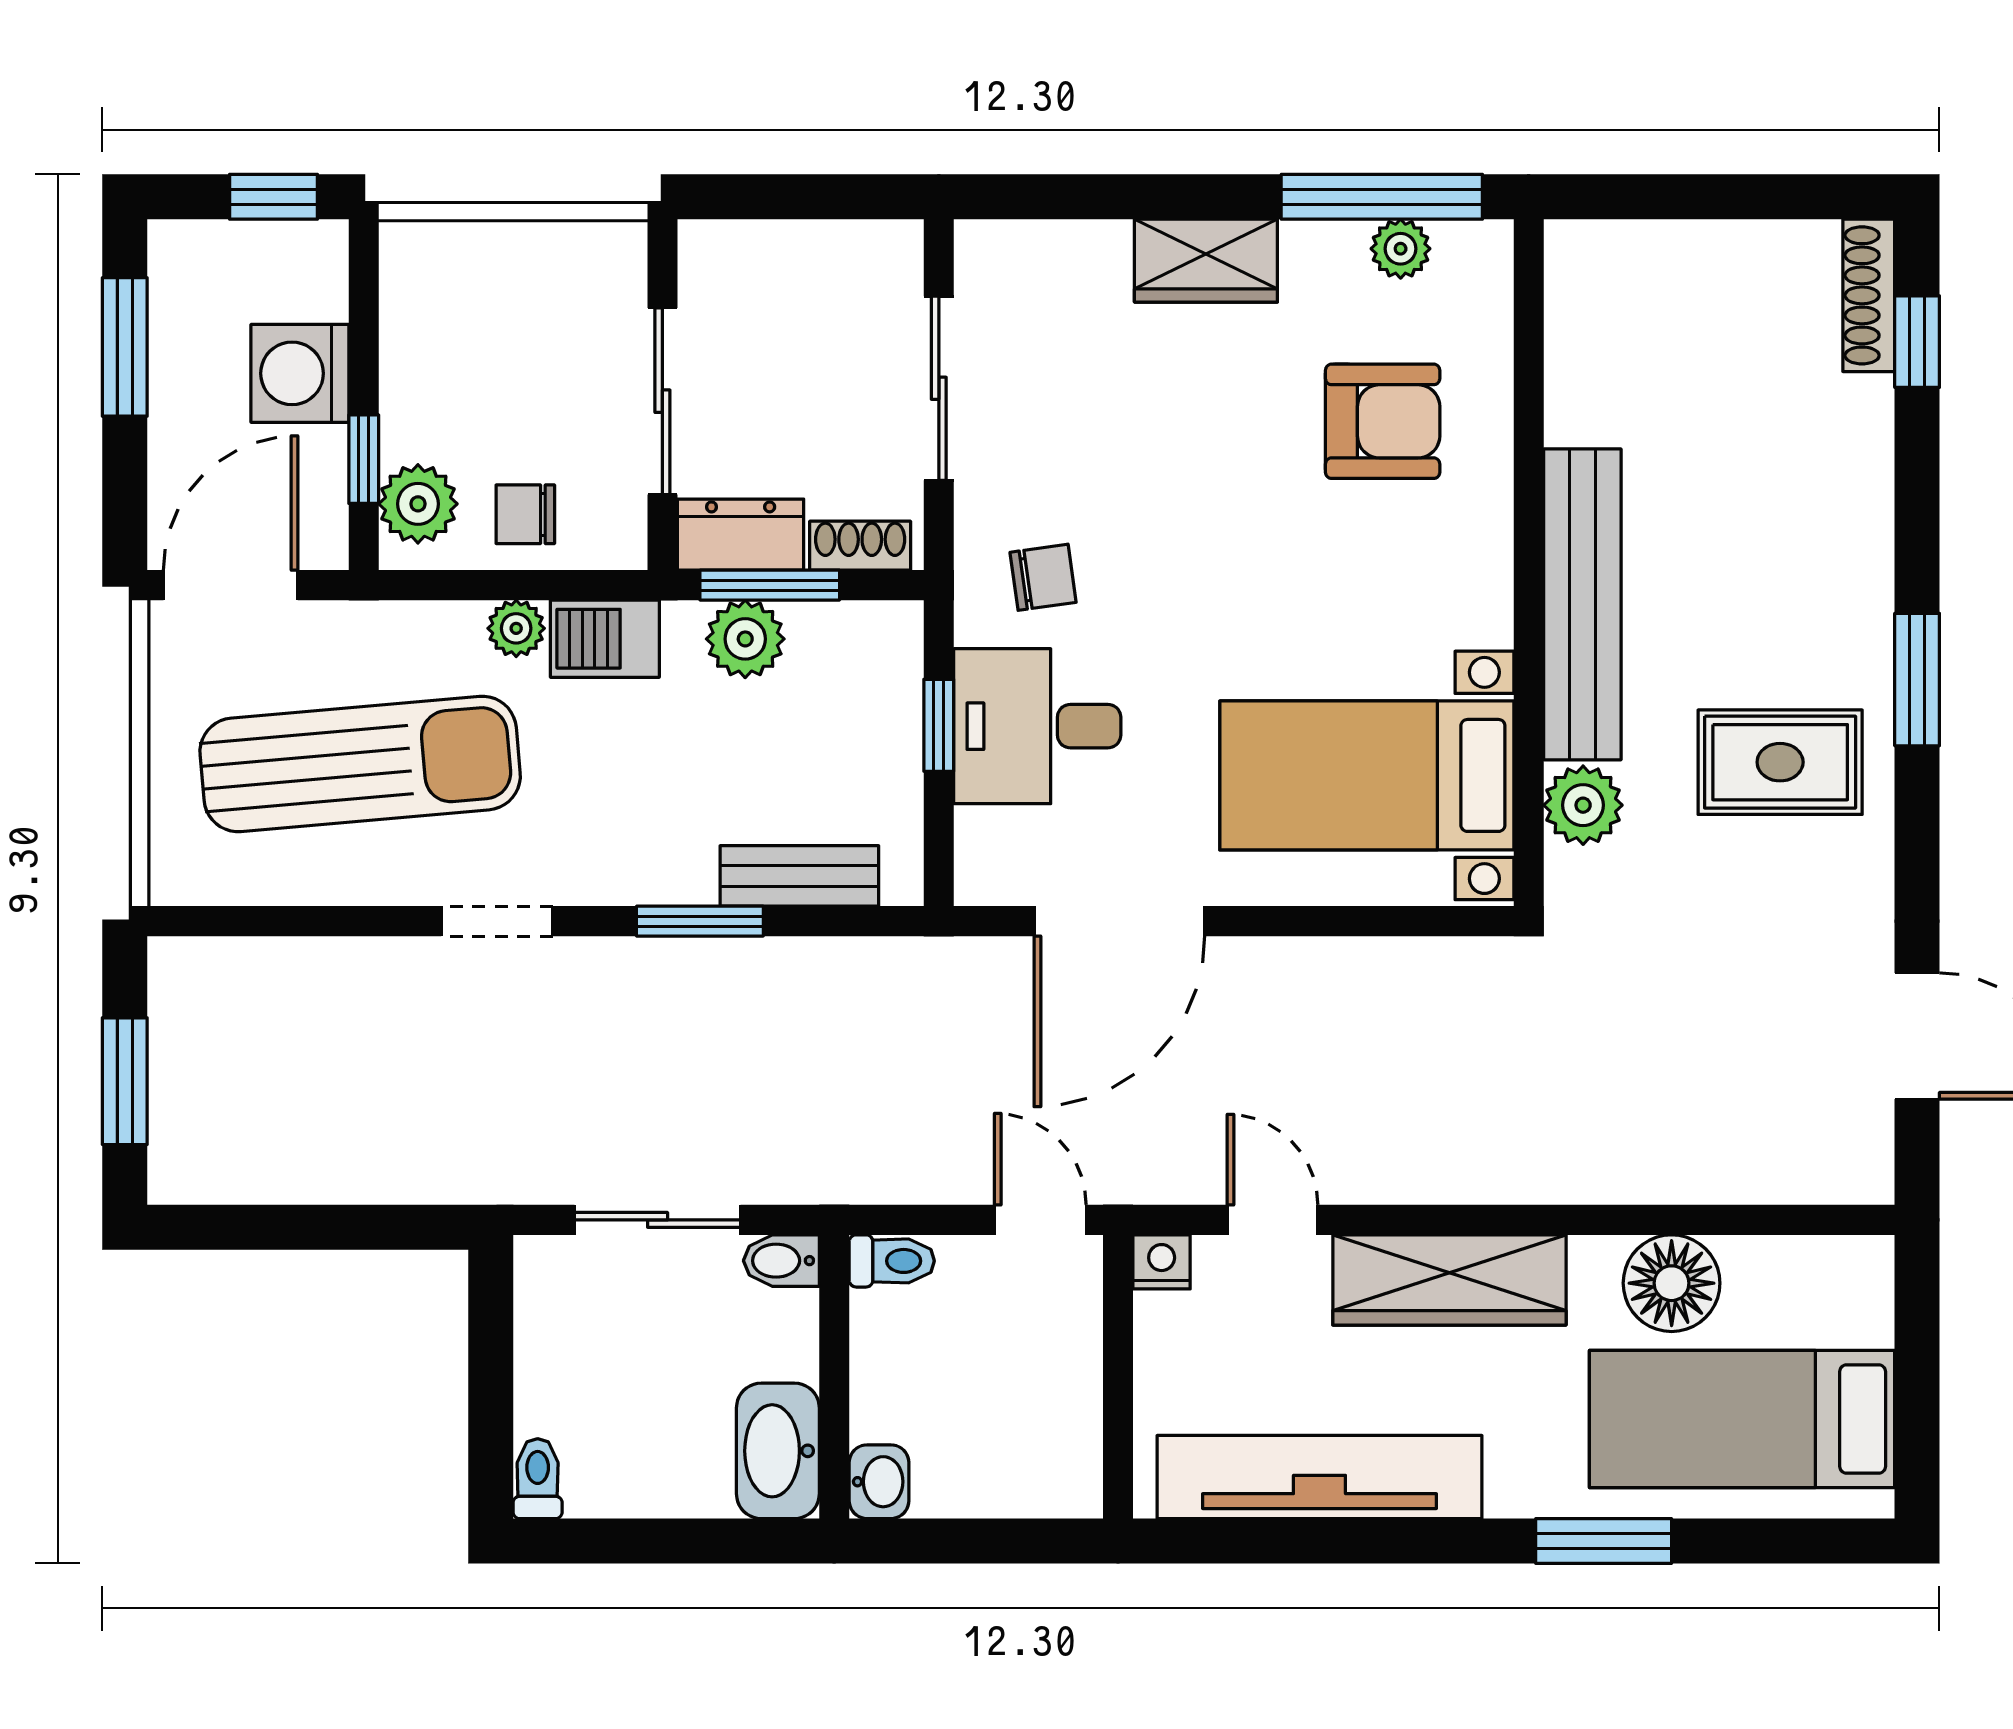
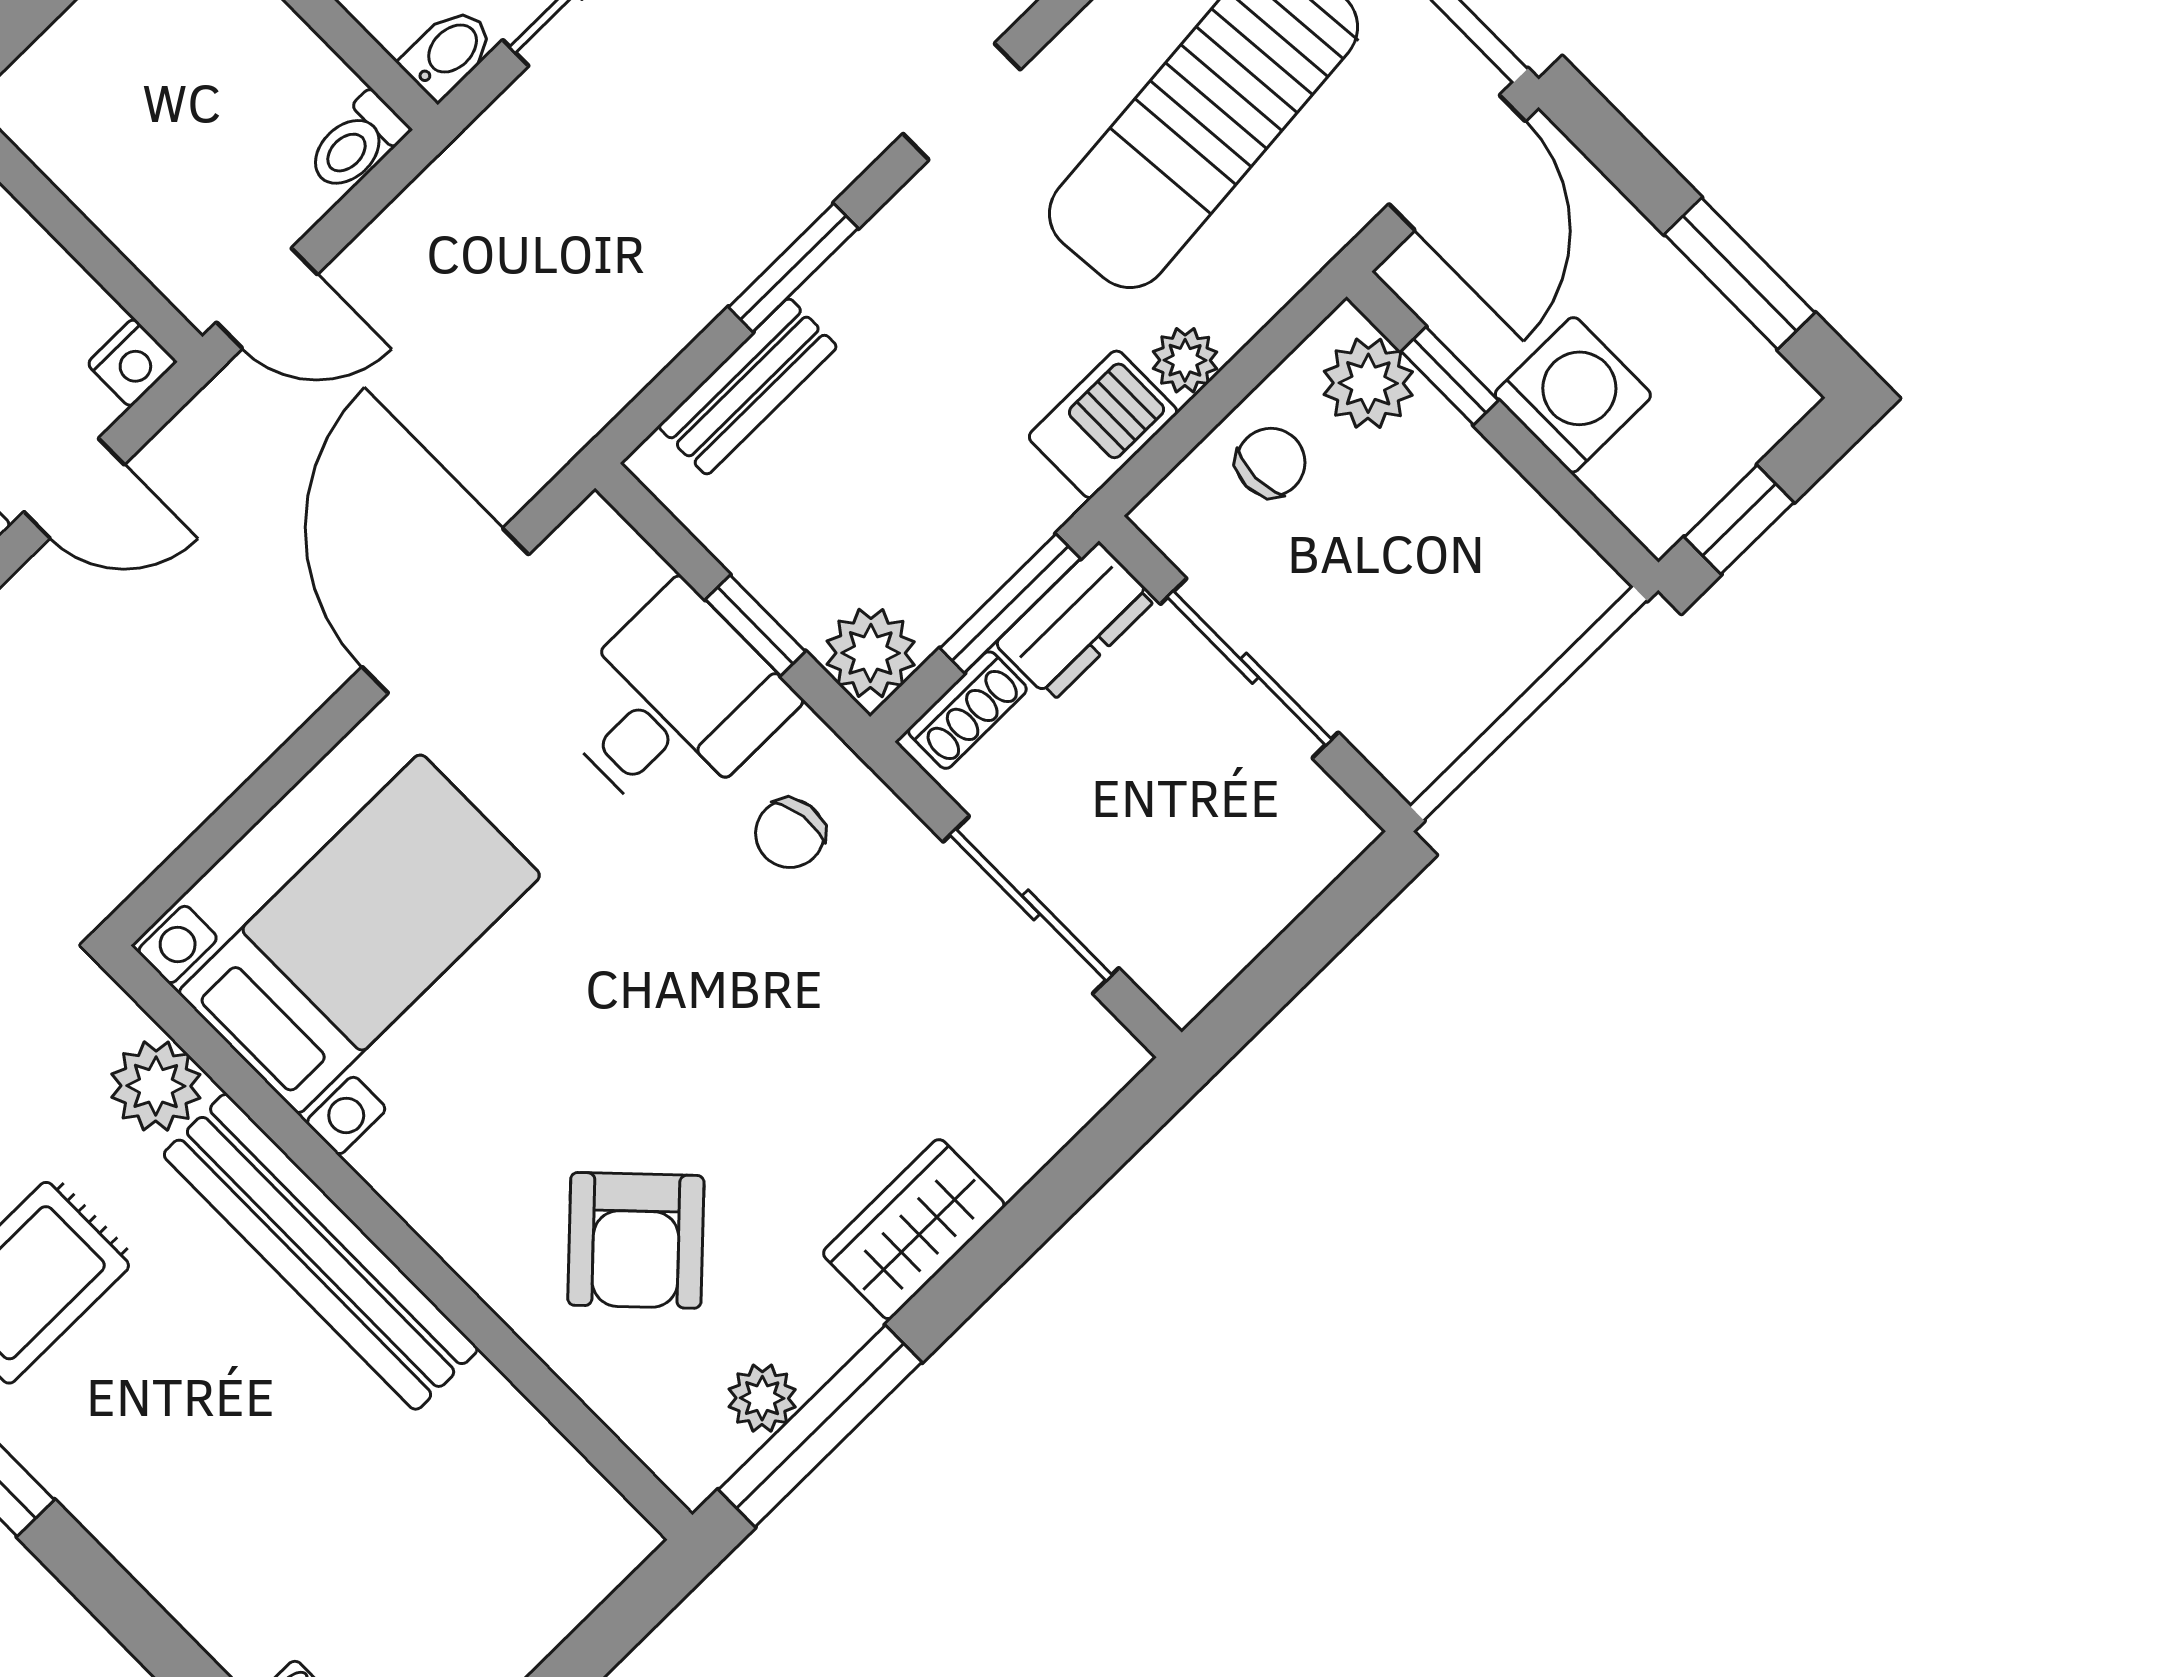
armchair: (1383, 421) -> (636, 1240), turned -44
plant: (745, 639) -> (871, 653), moved

